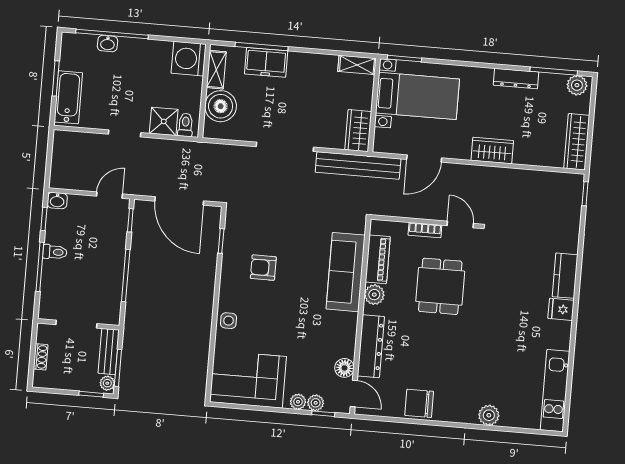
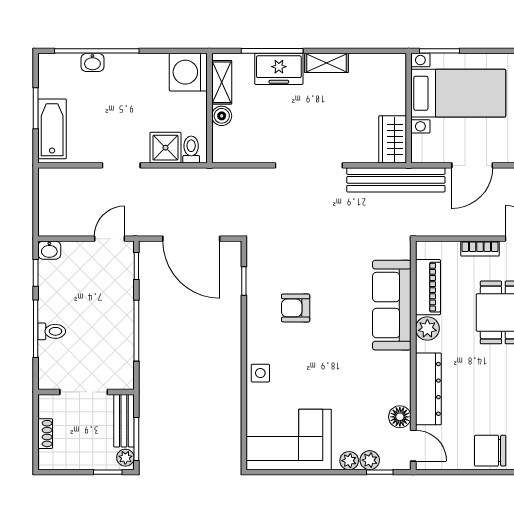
shelving: (357, 65) -> (326, 63), moved
boiler: (221, 106) -> (222, 116), width x0.54, depth x0.54
toilet: (55, 252) -> (52, 331), moved

